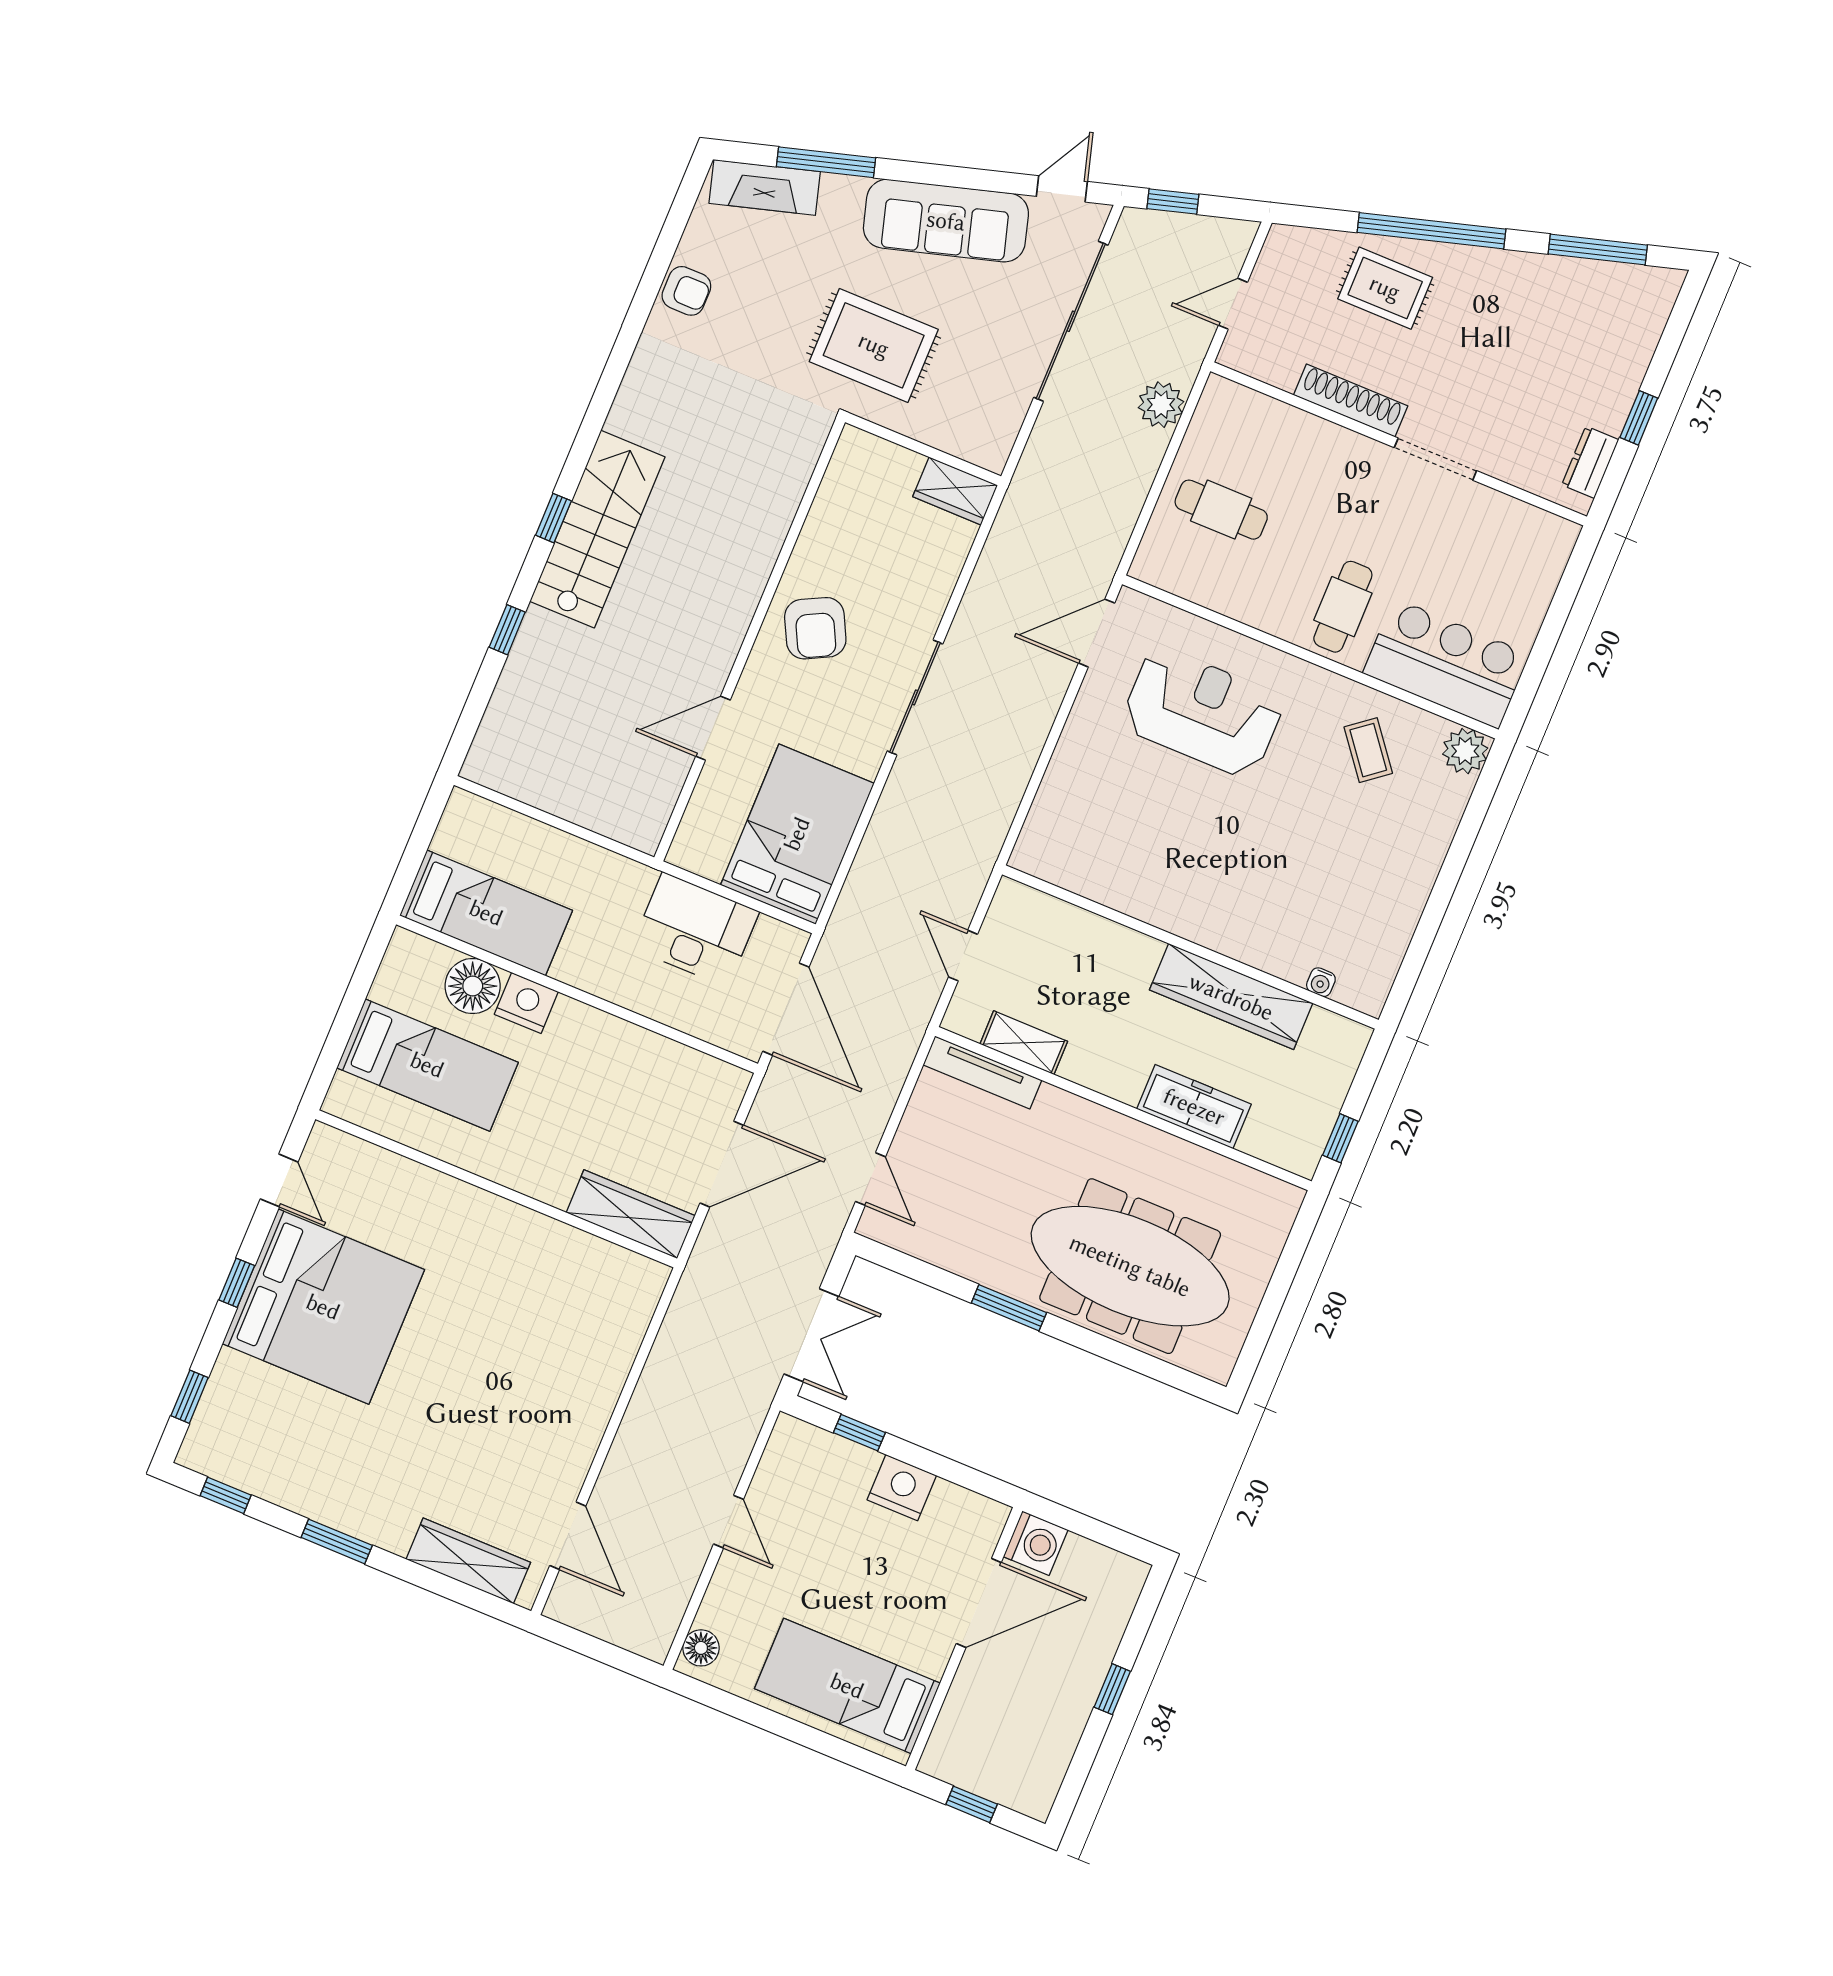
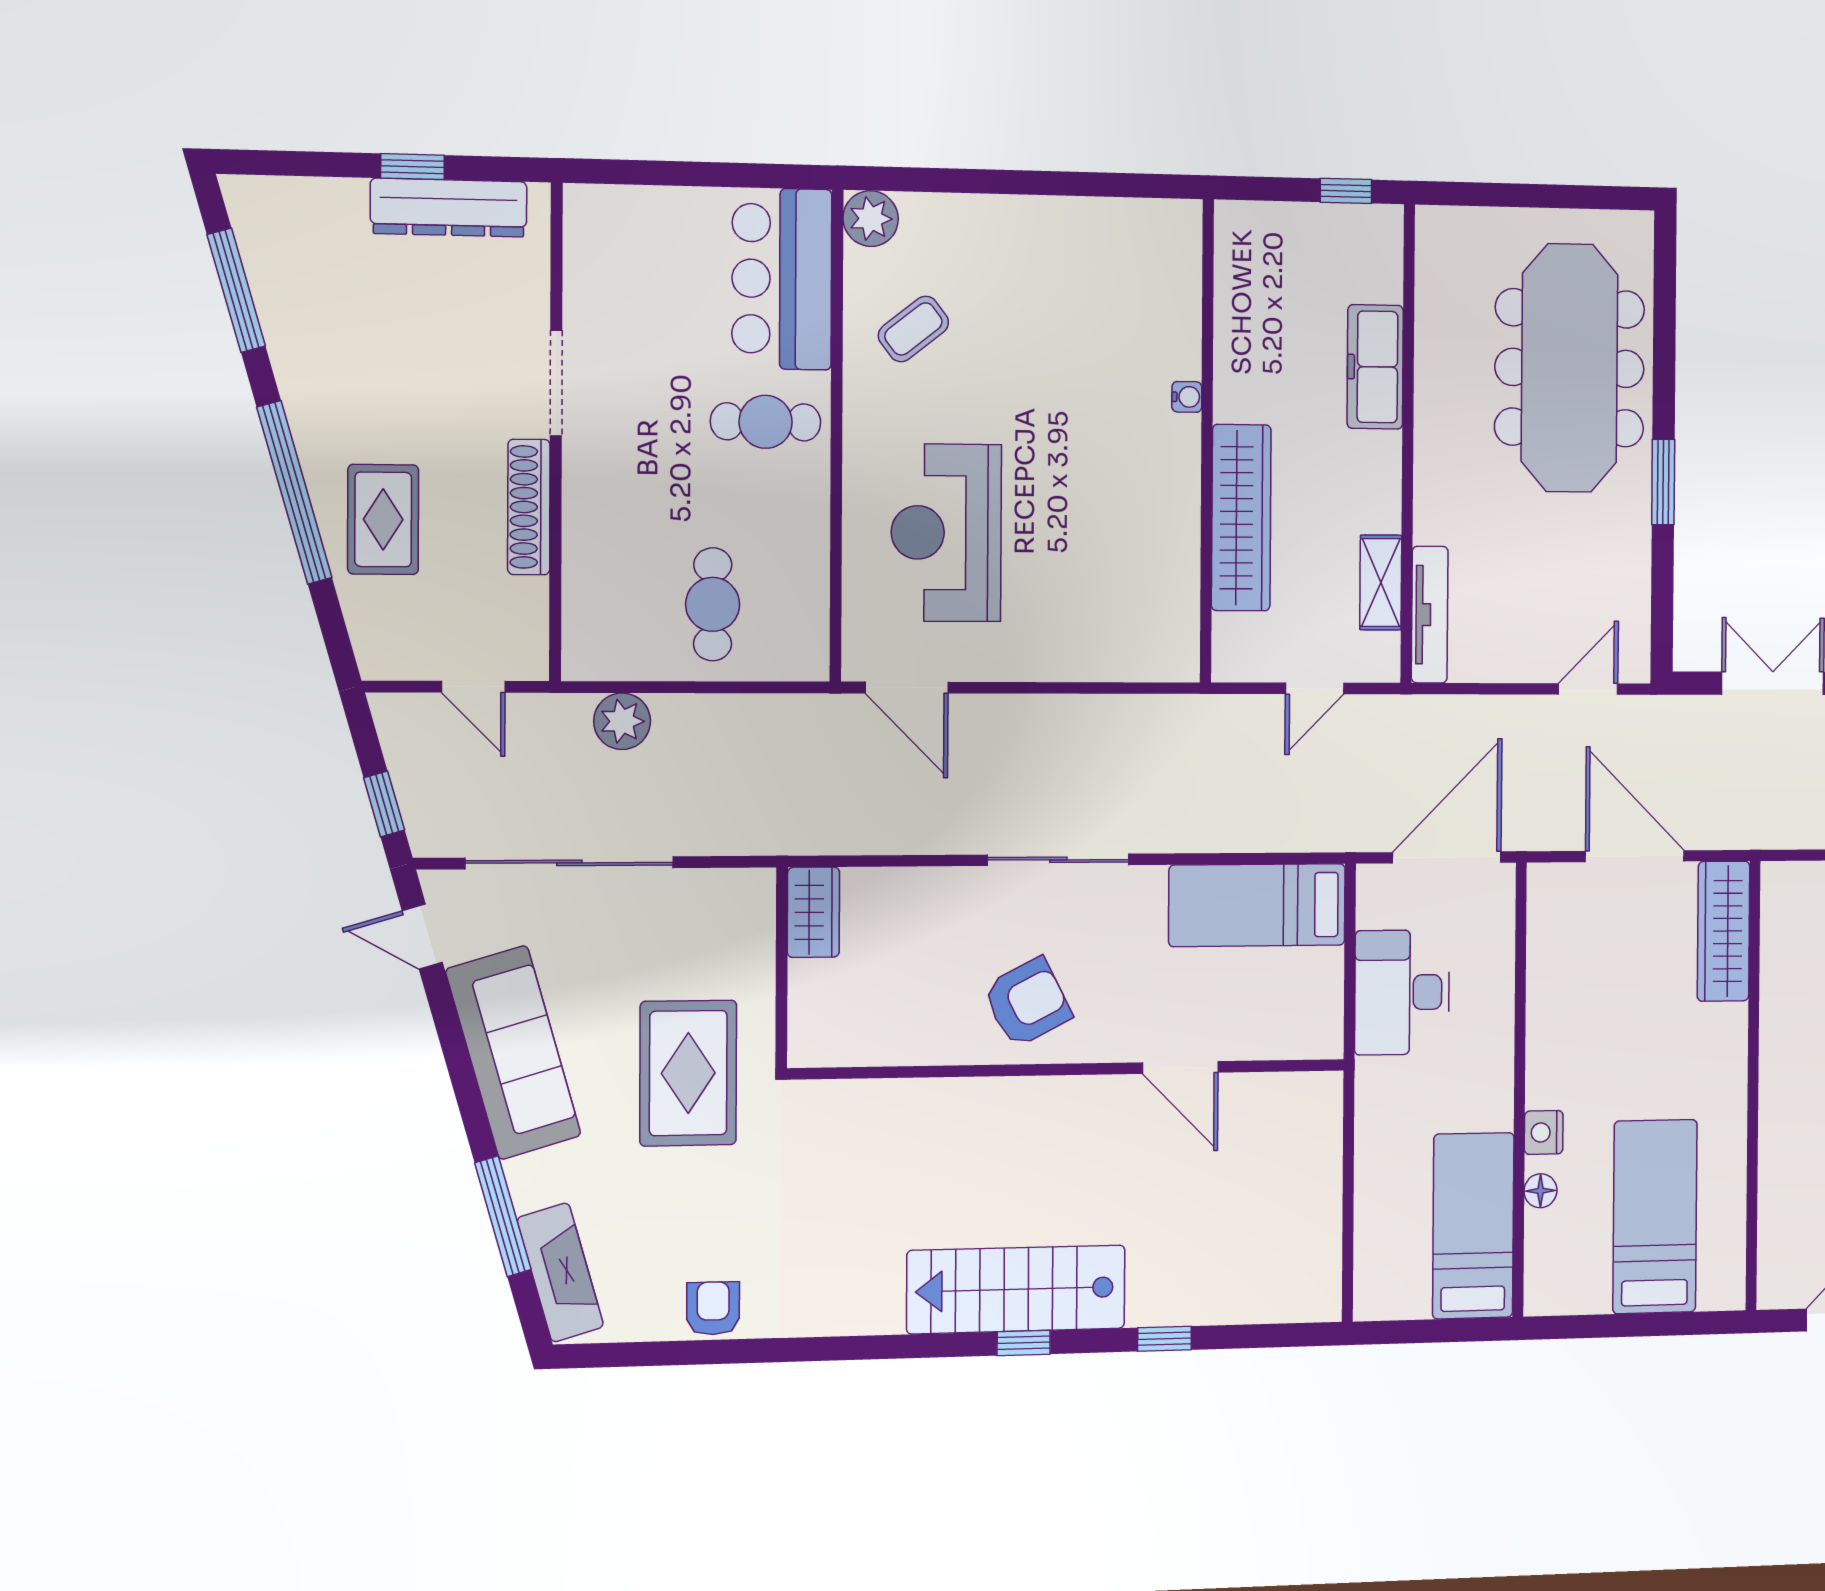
dresser: (1590, 462) -> (449, 208), width x1.96, depth x1.24
bed: (797, 834) -> (1257, 905), width x0.67
water cooler: (1321, 982) -> (1187, 397), moved
floor lamp: (473, 986) -> (1540, 1191), width x0.53, depth x0.53
wardrobe: (1231, 997) -> (1241, 518), moved
nightstand: (526, 1003) -> (1544, 1132), width x0.74, depth x0.75

